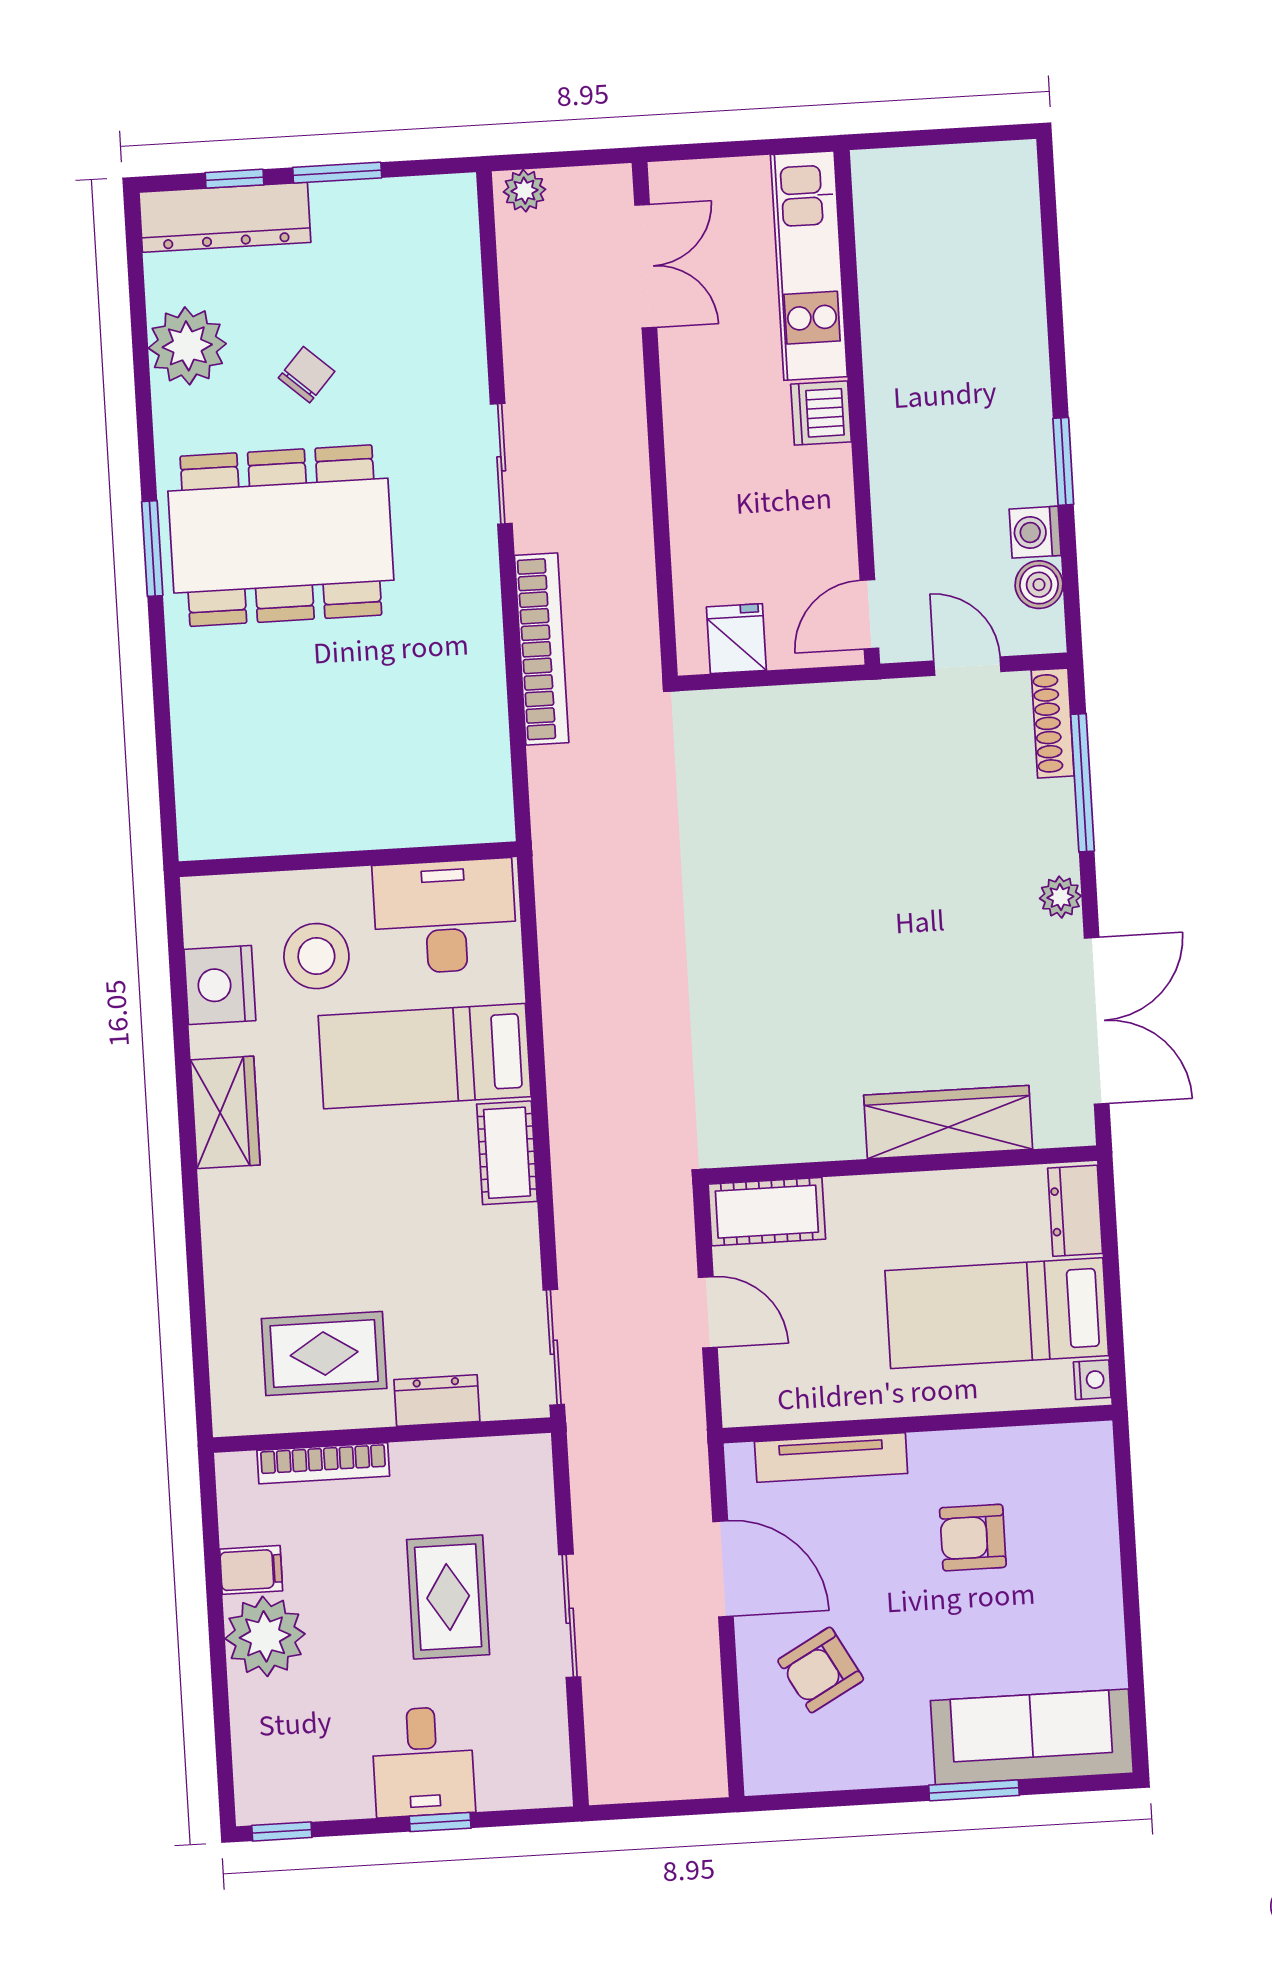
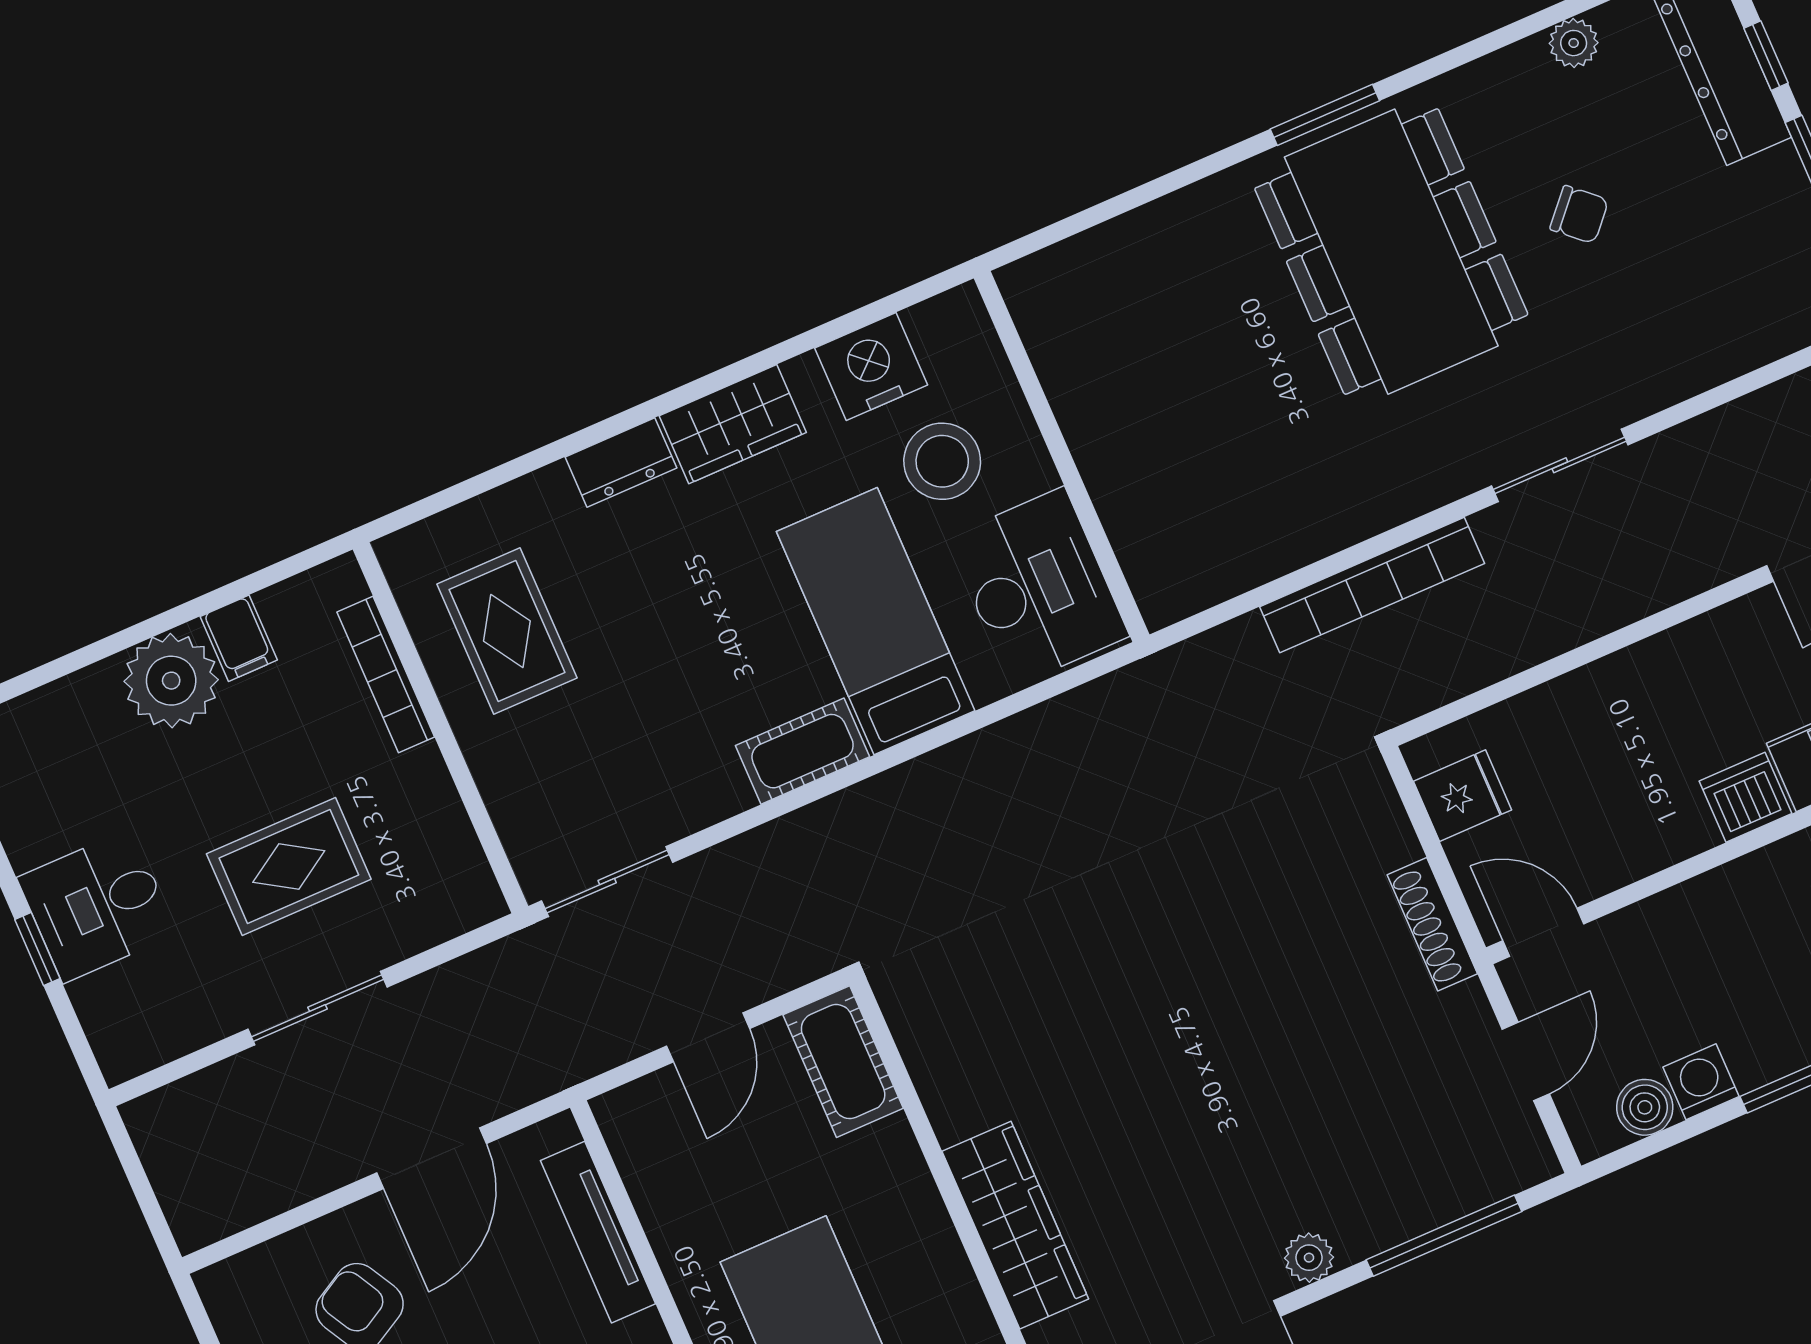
plant: (187, 346) -> (1574, 43), width x0.53, depth x0.53
shoe rack: (1053, 723) -> (1432, 924), moved, turned -90
dresser: (437, 1401) -> (621, 463), moved, turned 90

